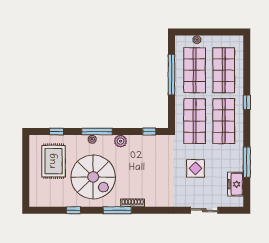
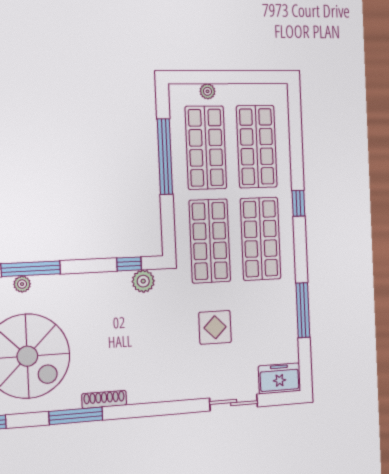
plant: (121, 141) -> (143, 281), moved
freezer: (236, 184) -> (279, 378), moved, turned 90

